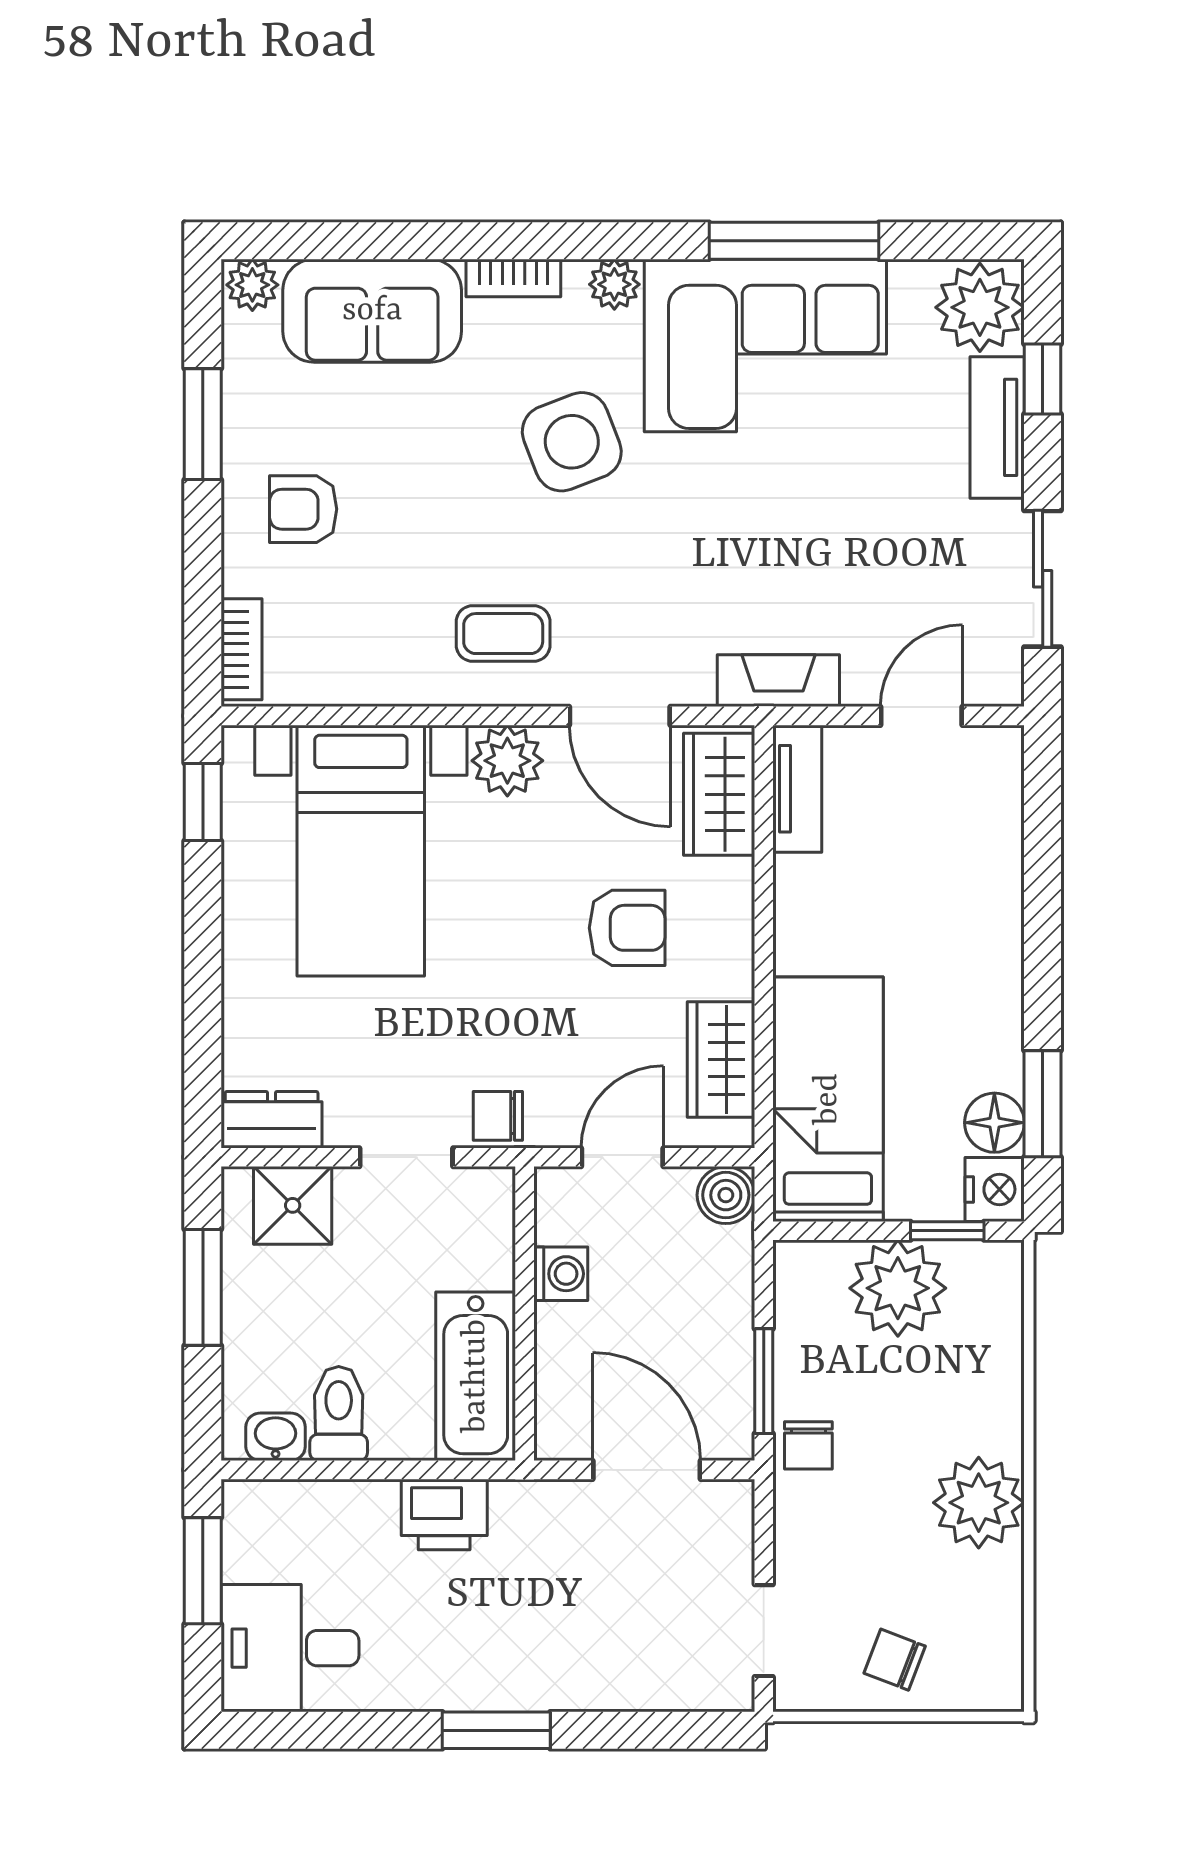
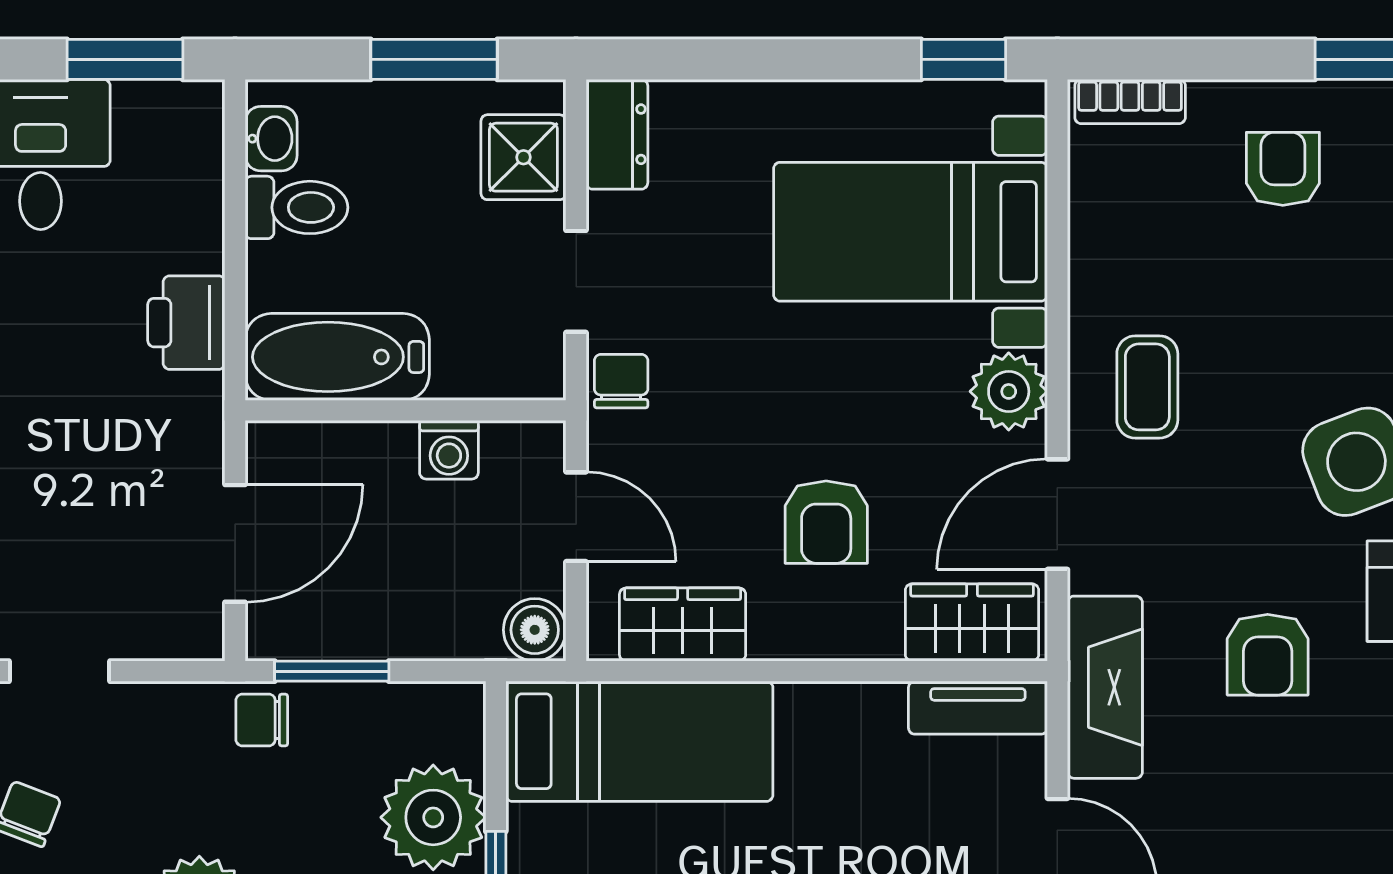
armchair: (749, 523) -> (1268, 655), added
fireplace: (778, 681) -> (1105, 687), width x1.37, depth x1.32

